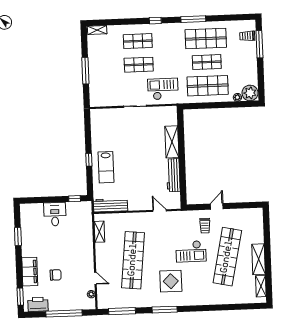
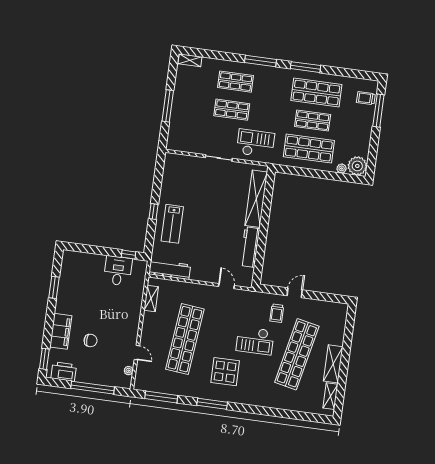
window: (155, 21) -> (260, 61), width x2.17
shelving: (172, 142) -> (256, 199), width x1.47
desk: (55, 214) -> (118, 271), moved

